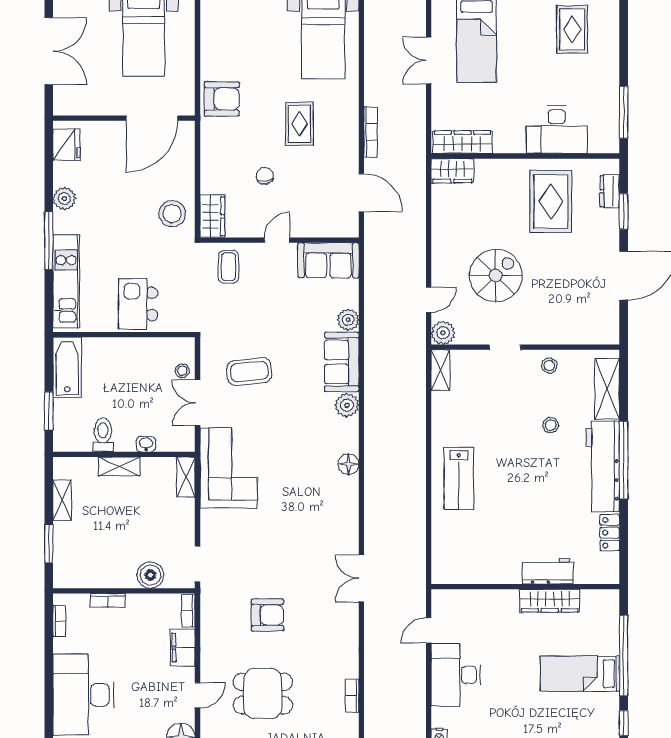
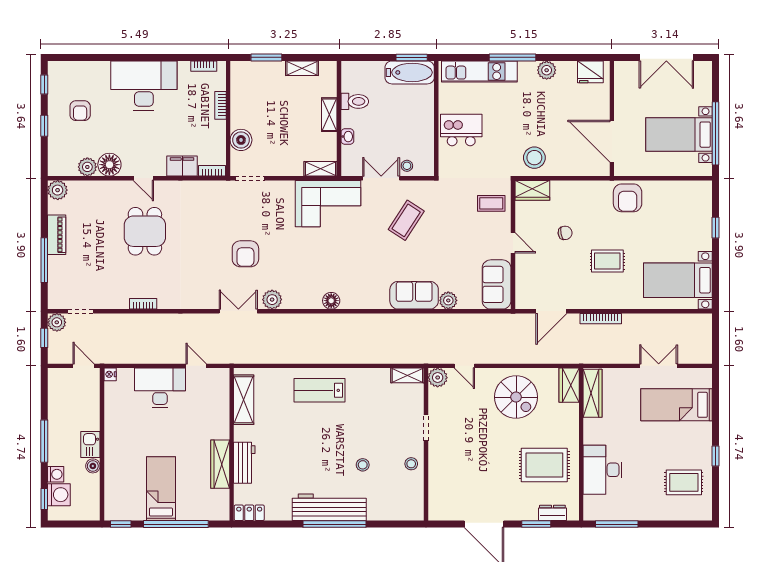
spiral stairs: (496, 276) -> (516, 397), moved
coffee table: (249, 372) -> (406, 220), turned 39
shelving: (607, 389) -> (244, 400), moved, turned 90
plant: (347, 405) -> (272, 300), moved
window: (49, 411) -> (412, 57), moved
locker: (610, 533) -> (249, 513), moved
armchair: (267, 615) -> (245, 254), moved

